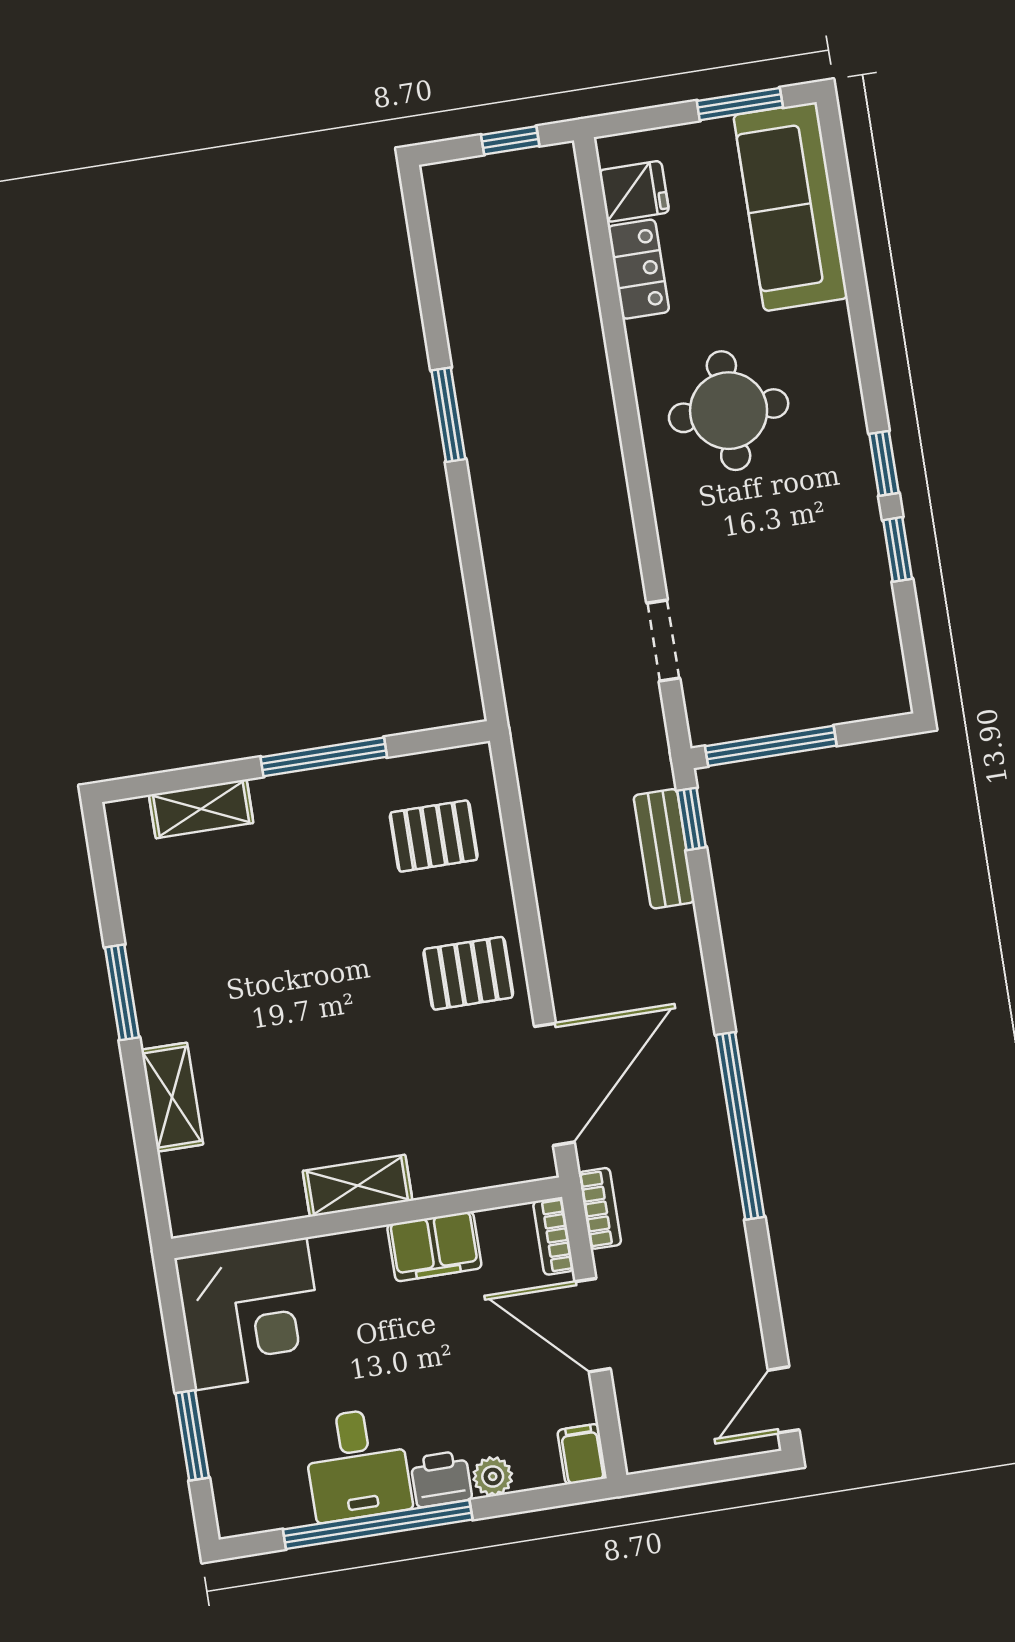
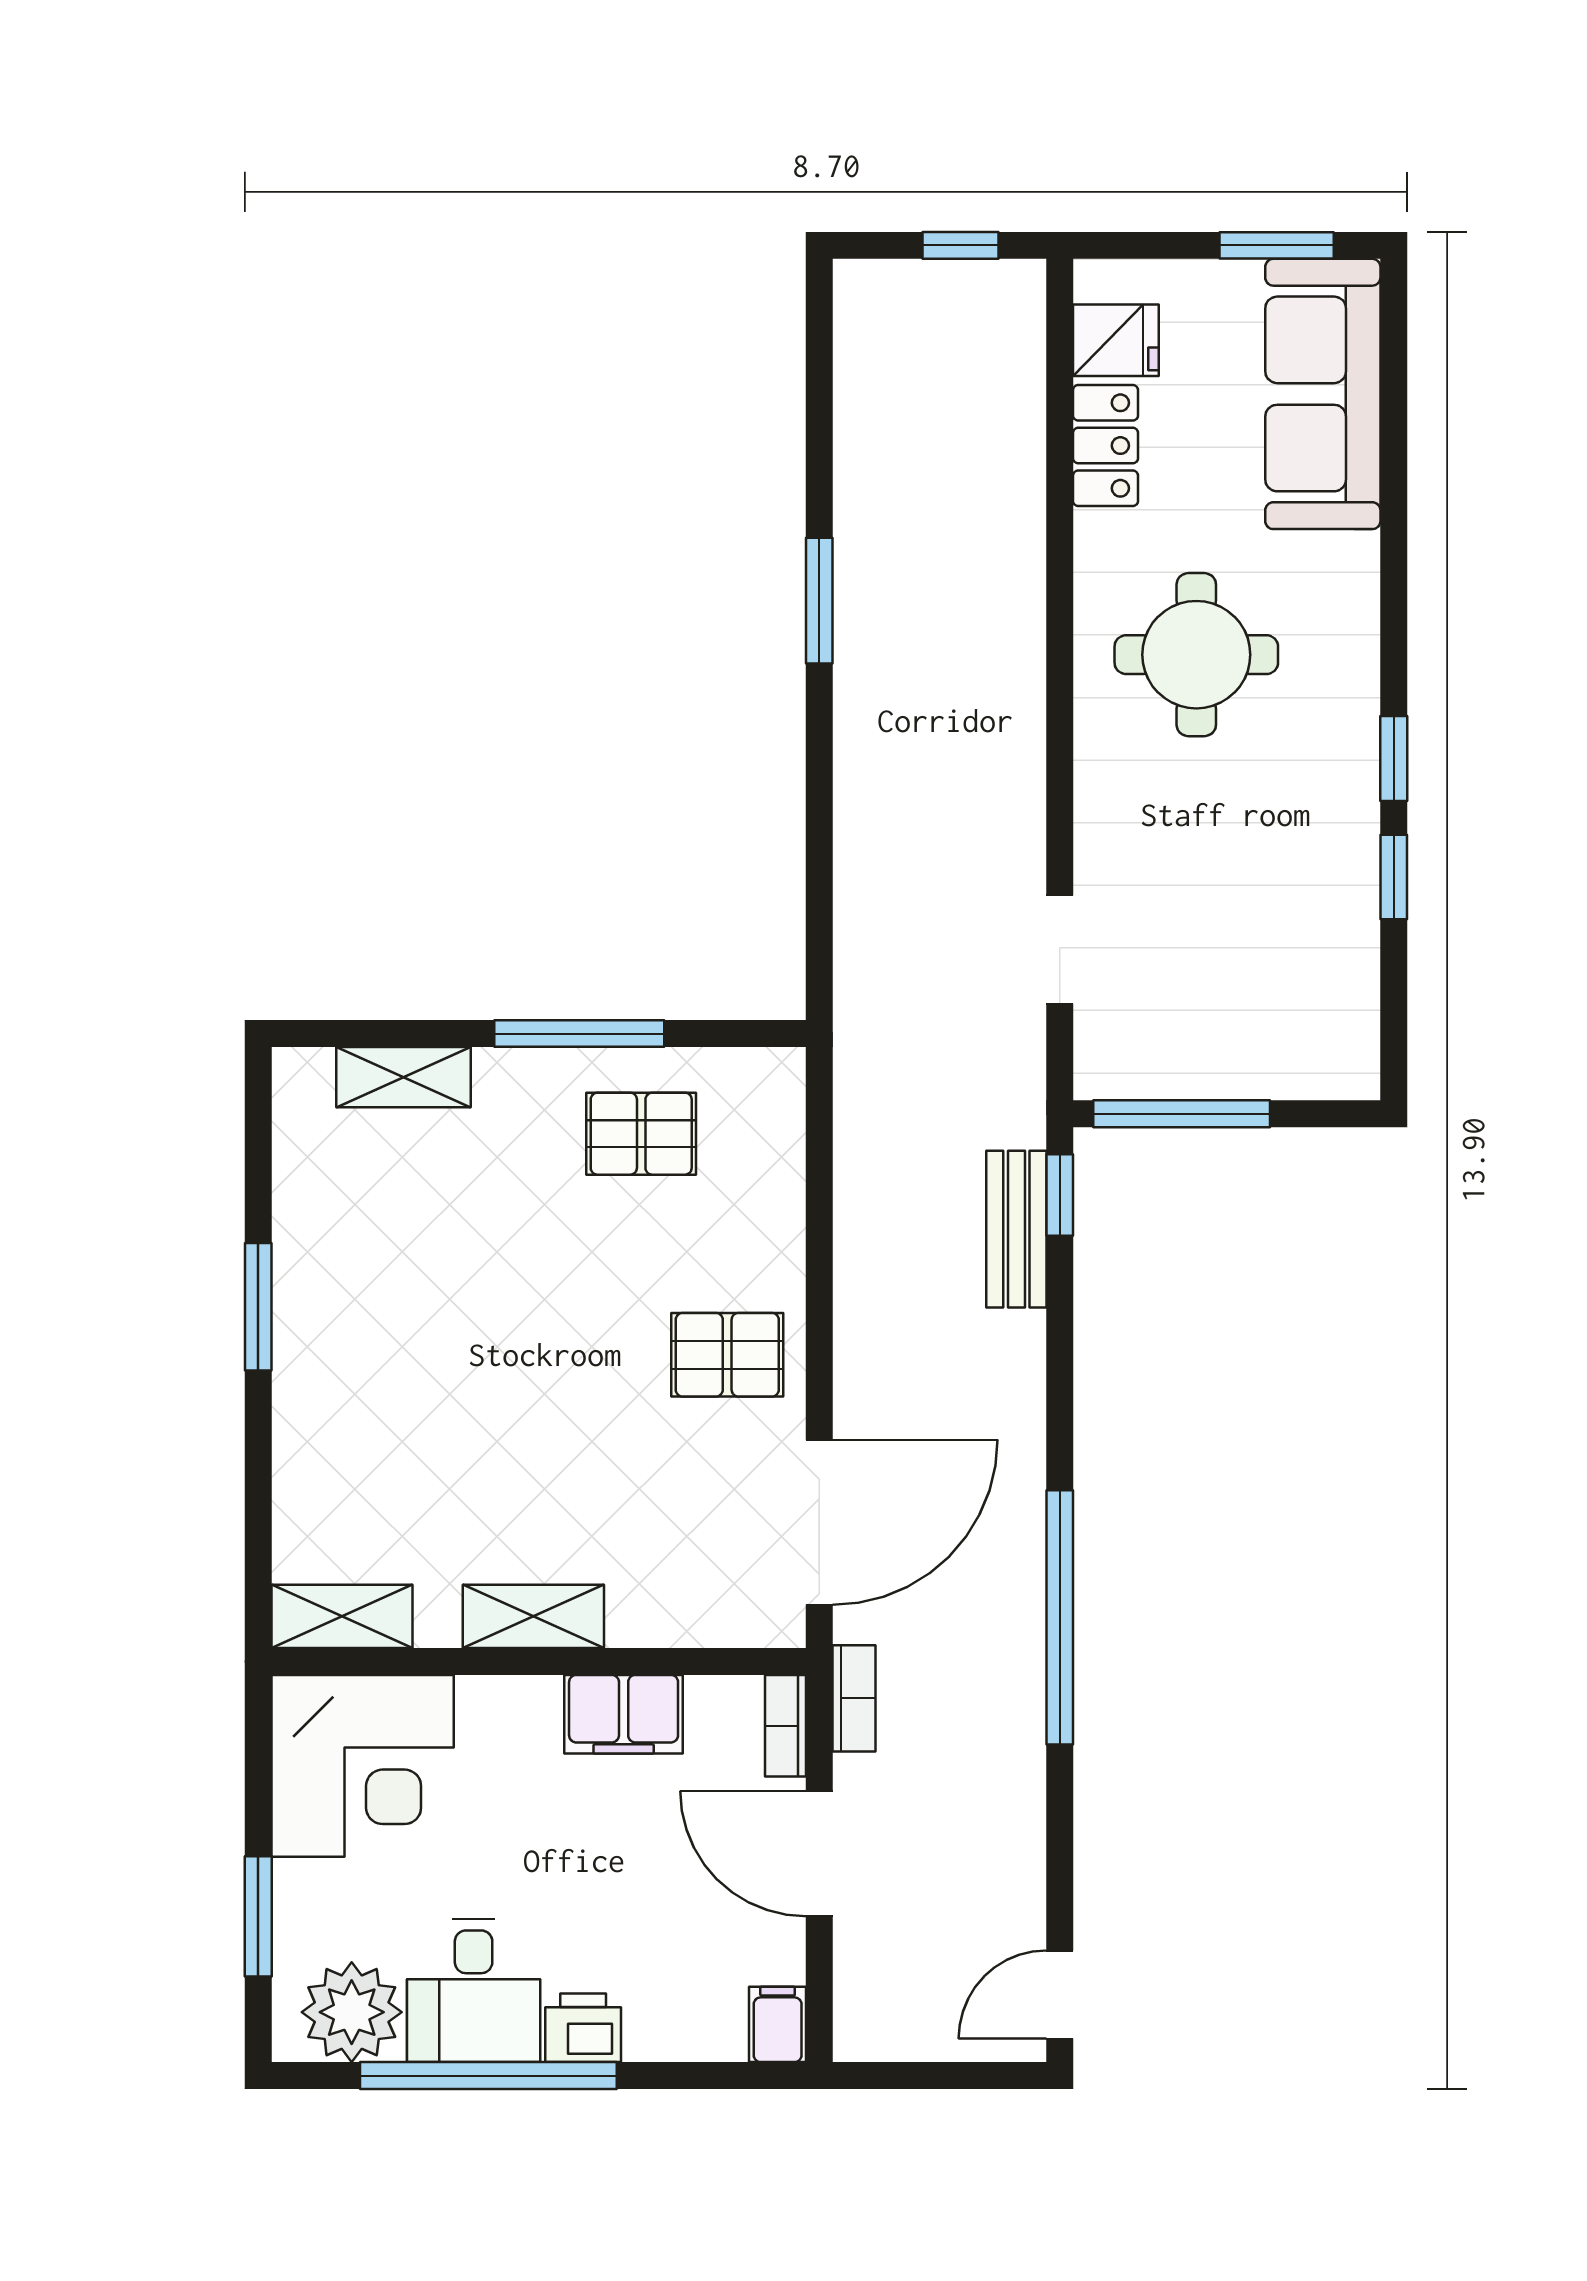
pallet: (434, 836) -> (641, 1134), moved
shelving: (172, 1097) -> (342, 1616), moved, turned 90
plant: (493, 1476) -> (352, 2012), moved, width x1.88, depth x1.88

